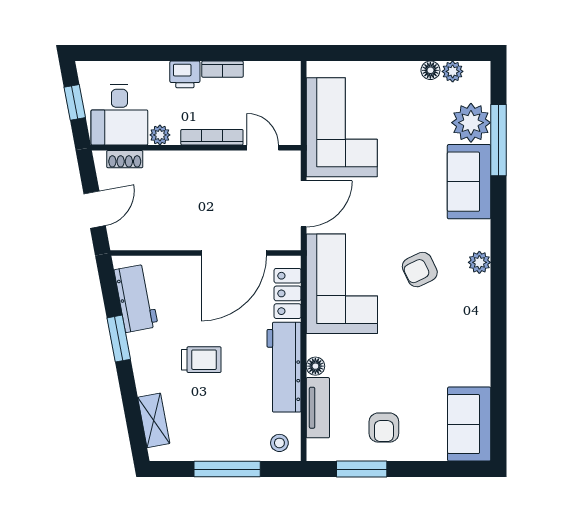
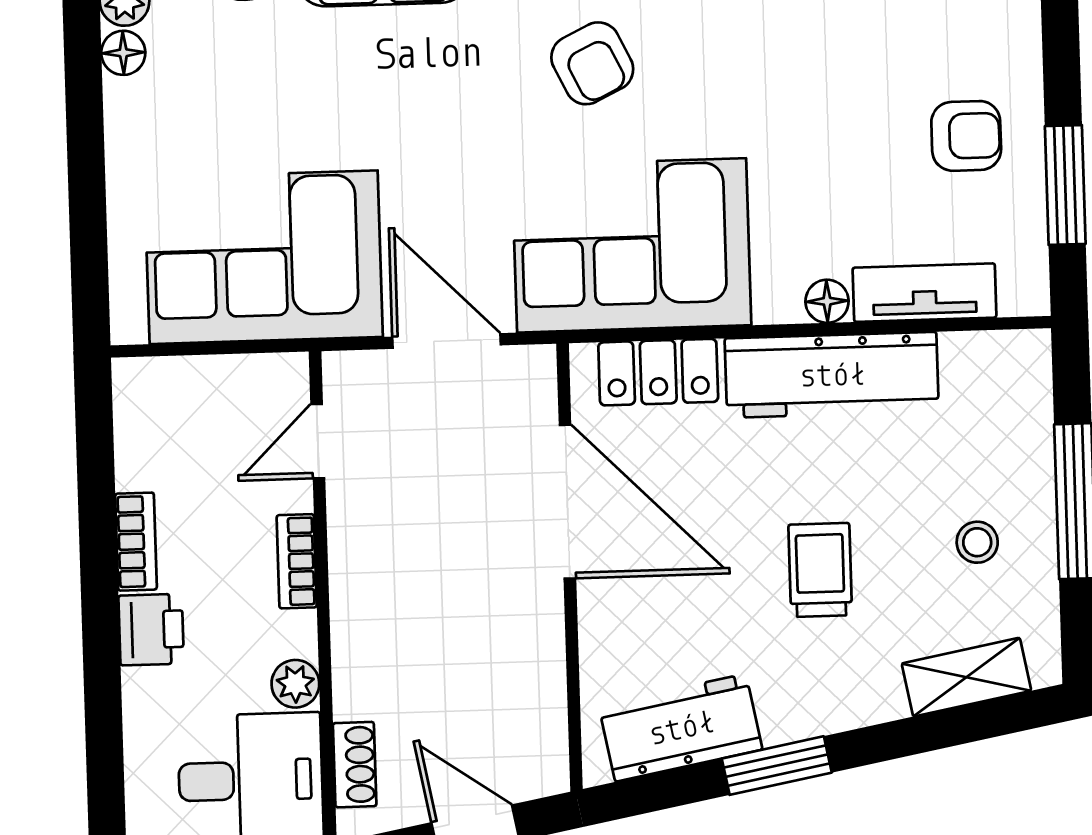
bookcase: (212, 137) -> (297, 561), width x0.64
stool: (279, 443) -> (977, 542), moved

